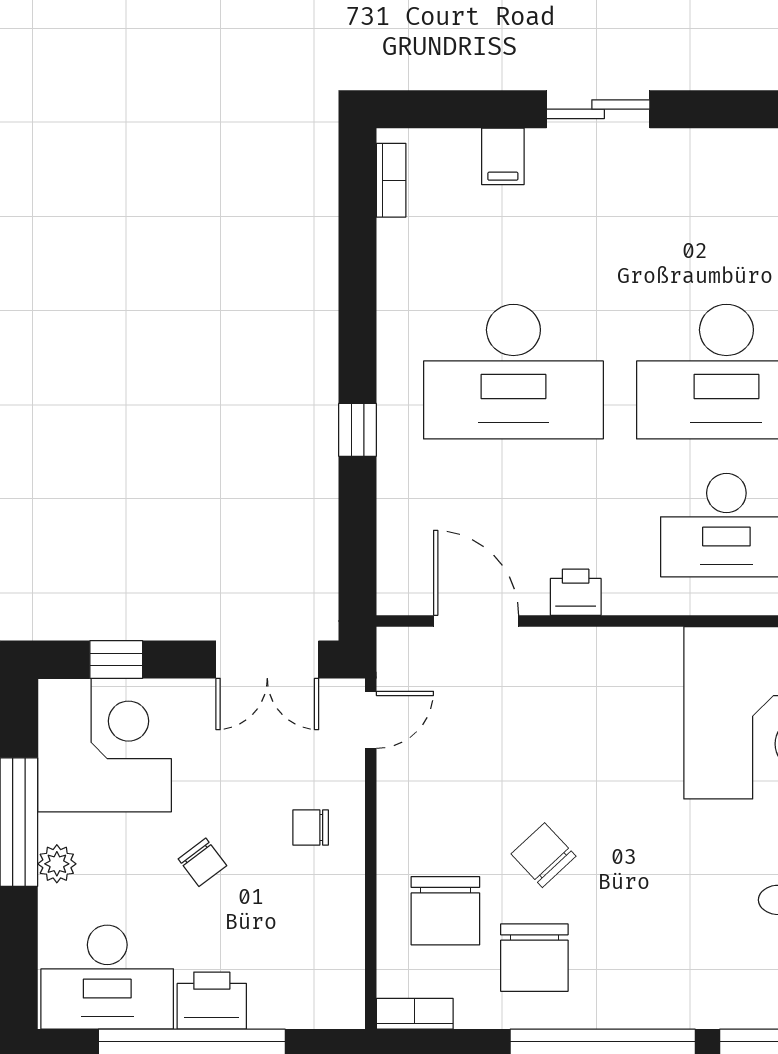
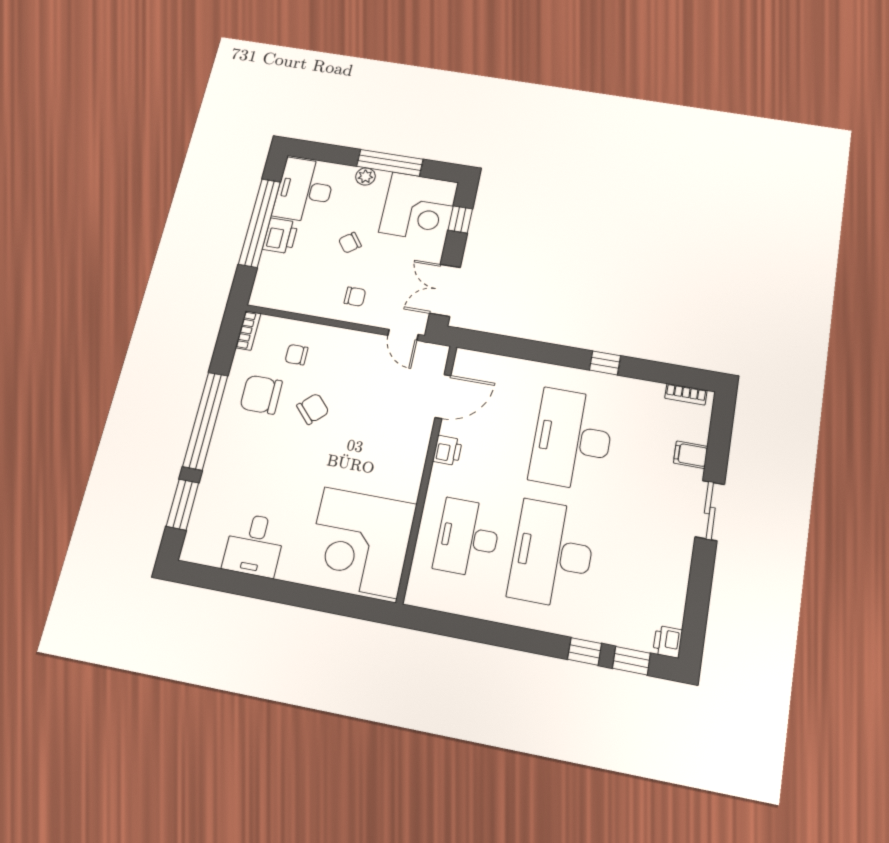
window: (357, 430) -> (605, 363), moved
chair: (311, 828) -> (355, 297), turned 90
chair: (445, 911) -> (296, 355), width x0.54, depth x0.54

